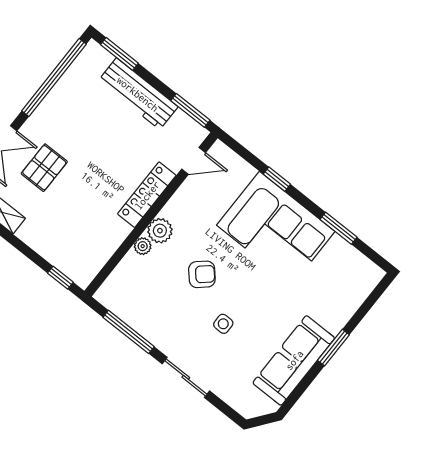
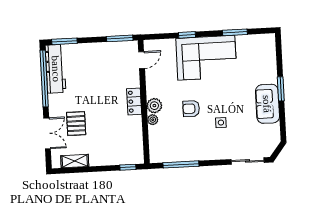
workbench: (138, 94) -> (56, 69), moved, turned -90
locker: (147, 195) -> (134, 101), width x0.66
armchair: (202, 274) -> (191, 109), turned -138
sofa: (294, 360) -> (267, 104), width x0.73
sliding door: (186, 377) -> (248, 161), moved

